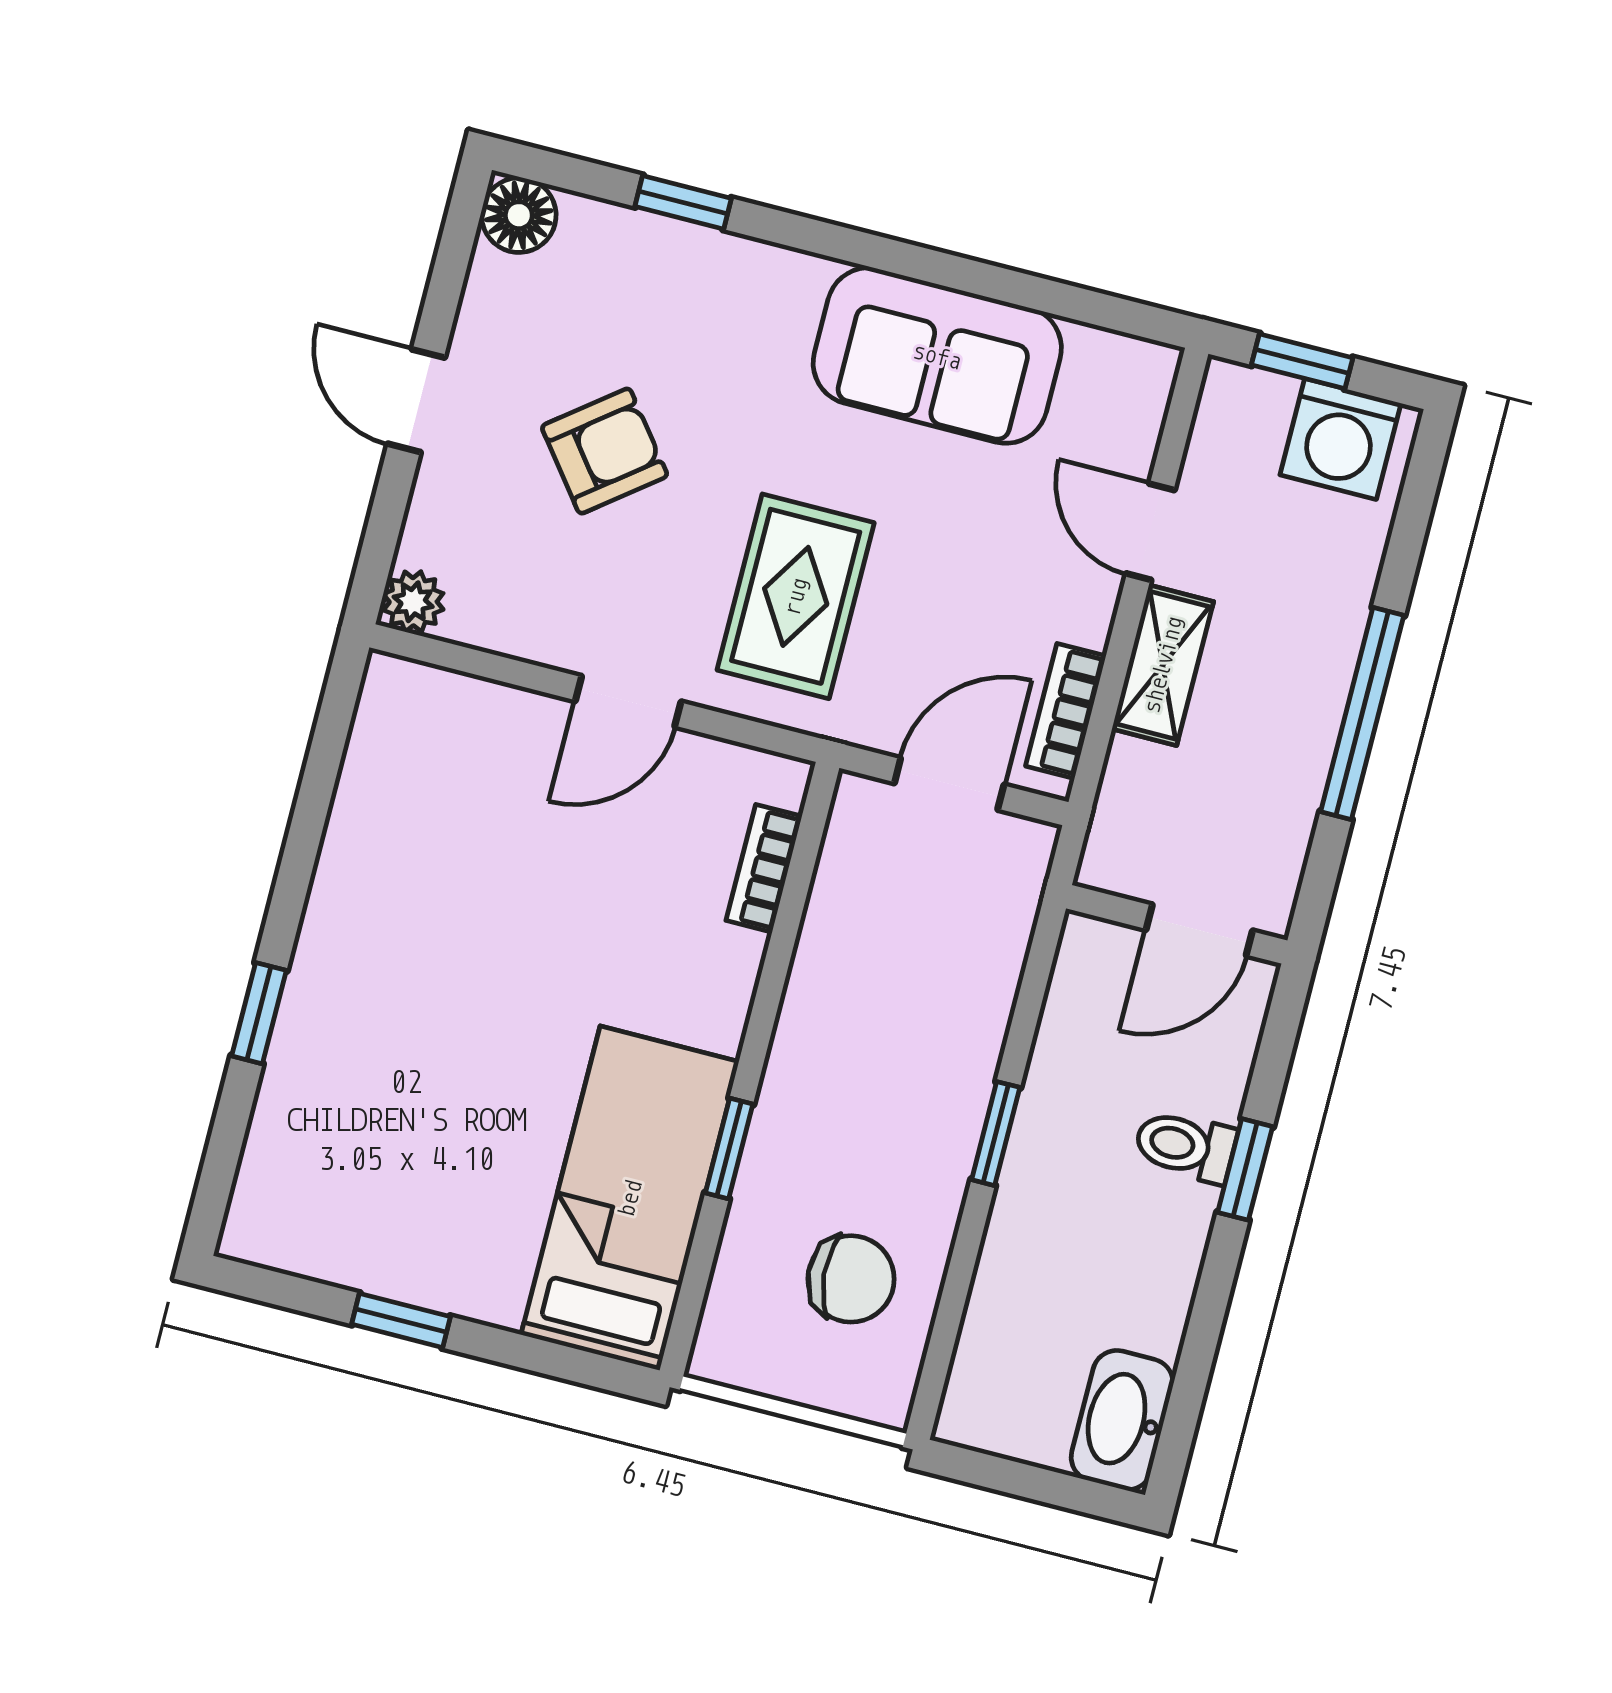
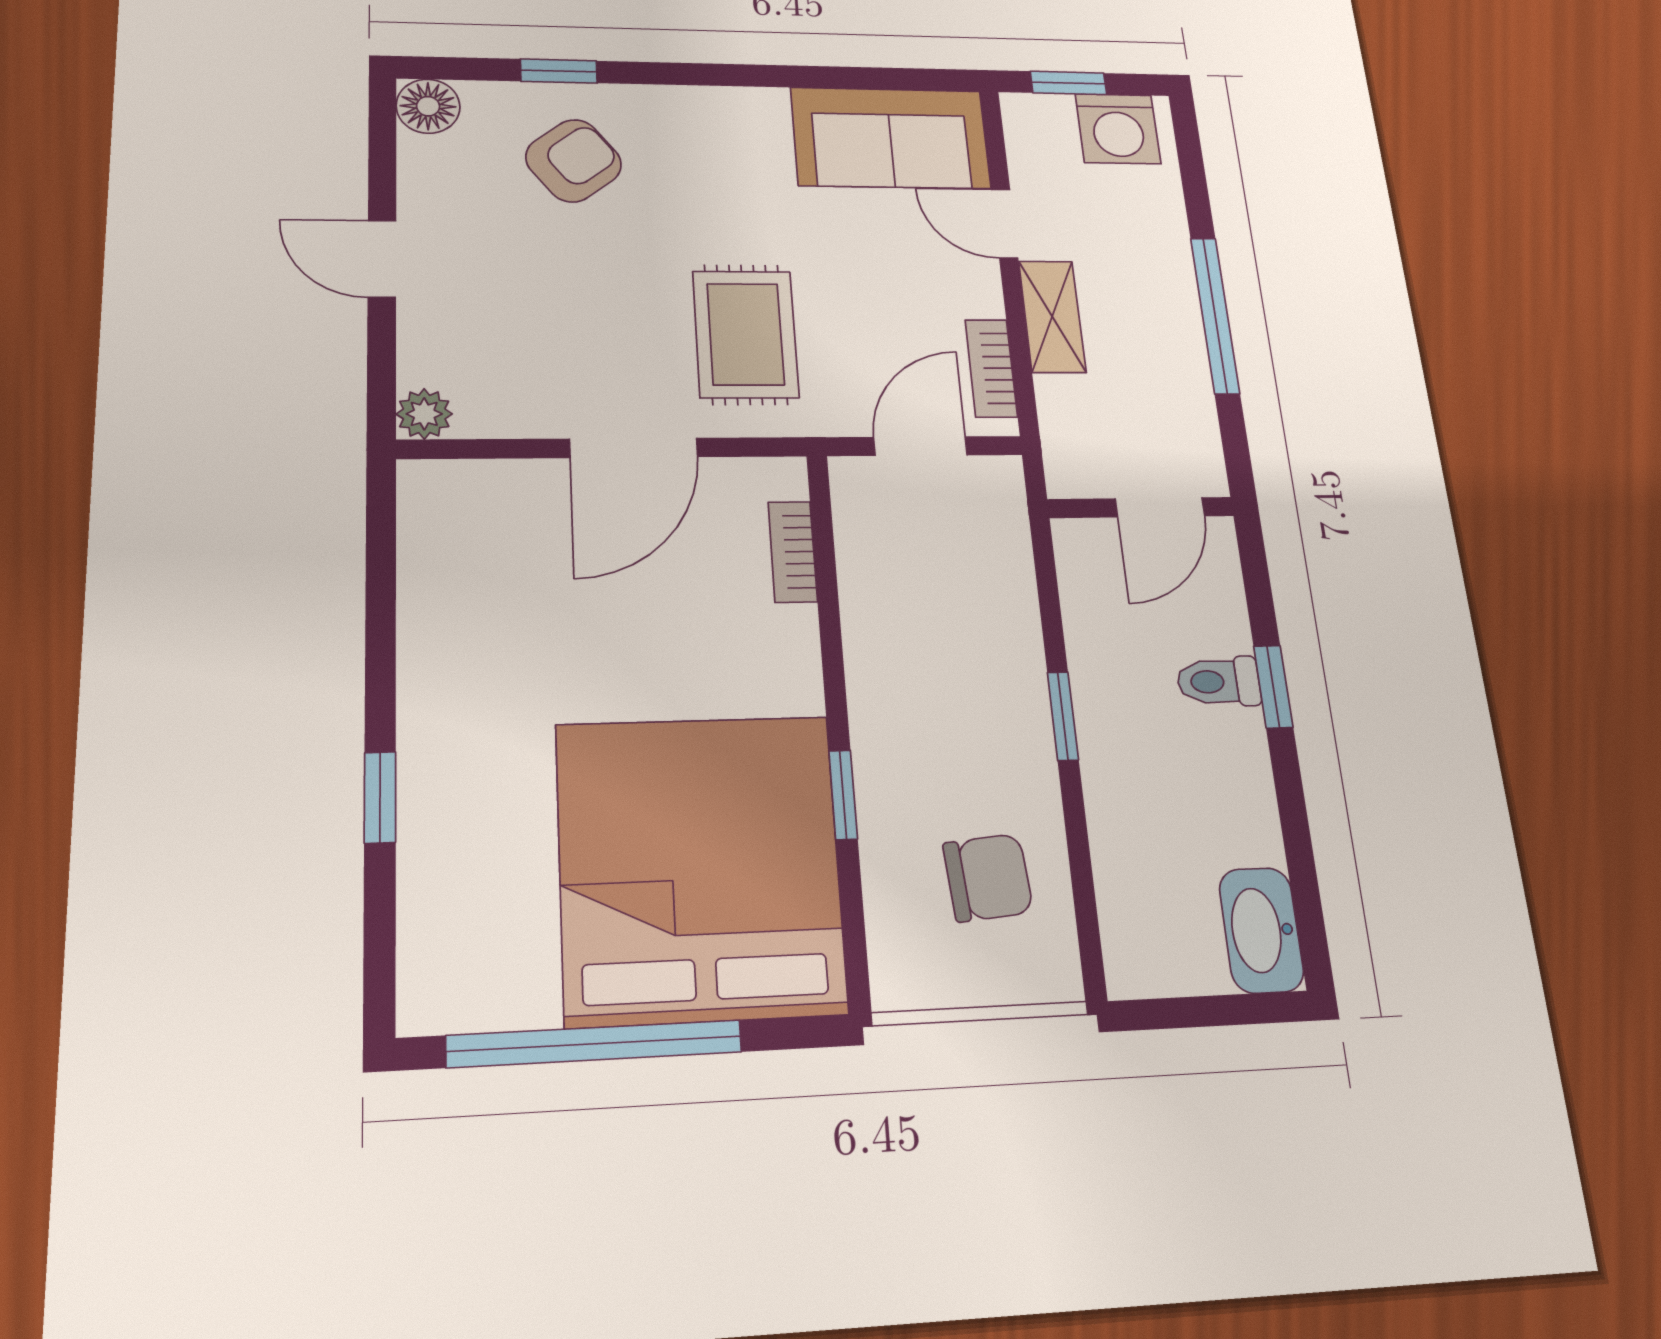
sofa: (937, 356) -> (891, 138), moved
armchair: (605, 451) -> (574, 161), moved
door: (628, 701) -> (634, 448), width x1.38
bed: (630, 1198) -> (700, 868), width x2.04
window: (401, 1320) -> (595, 1044), width x3.17

